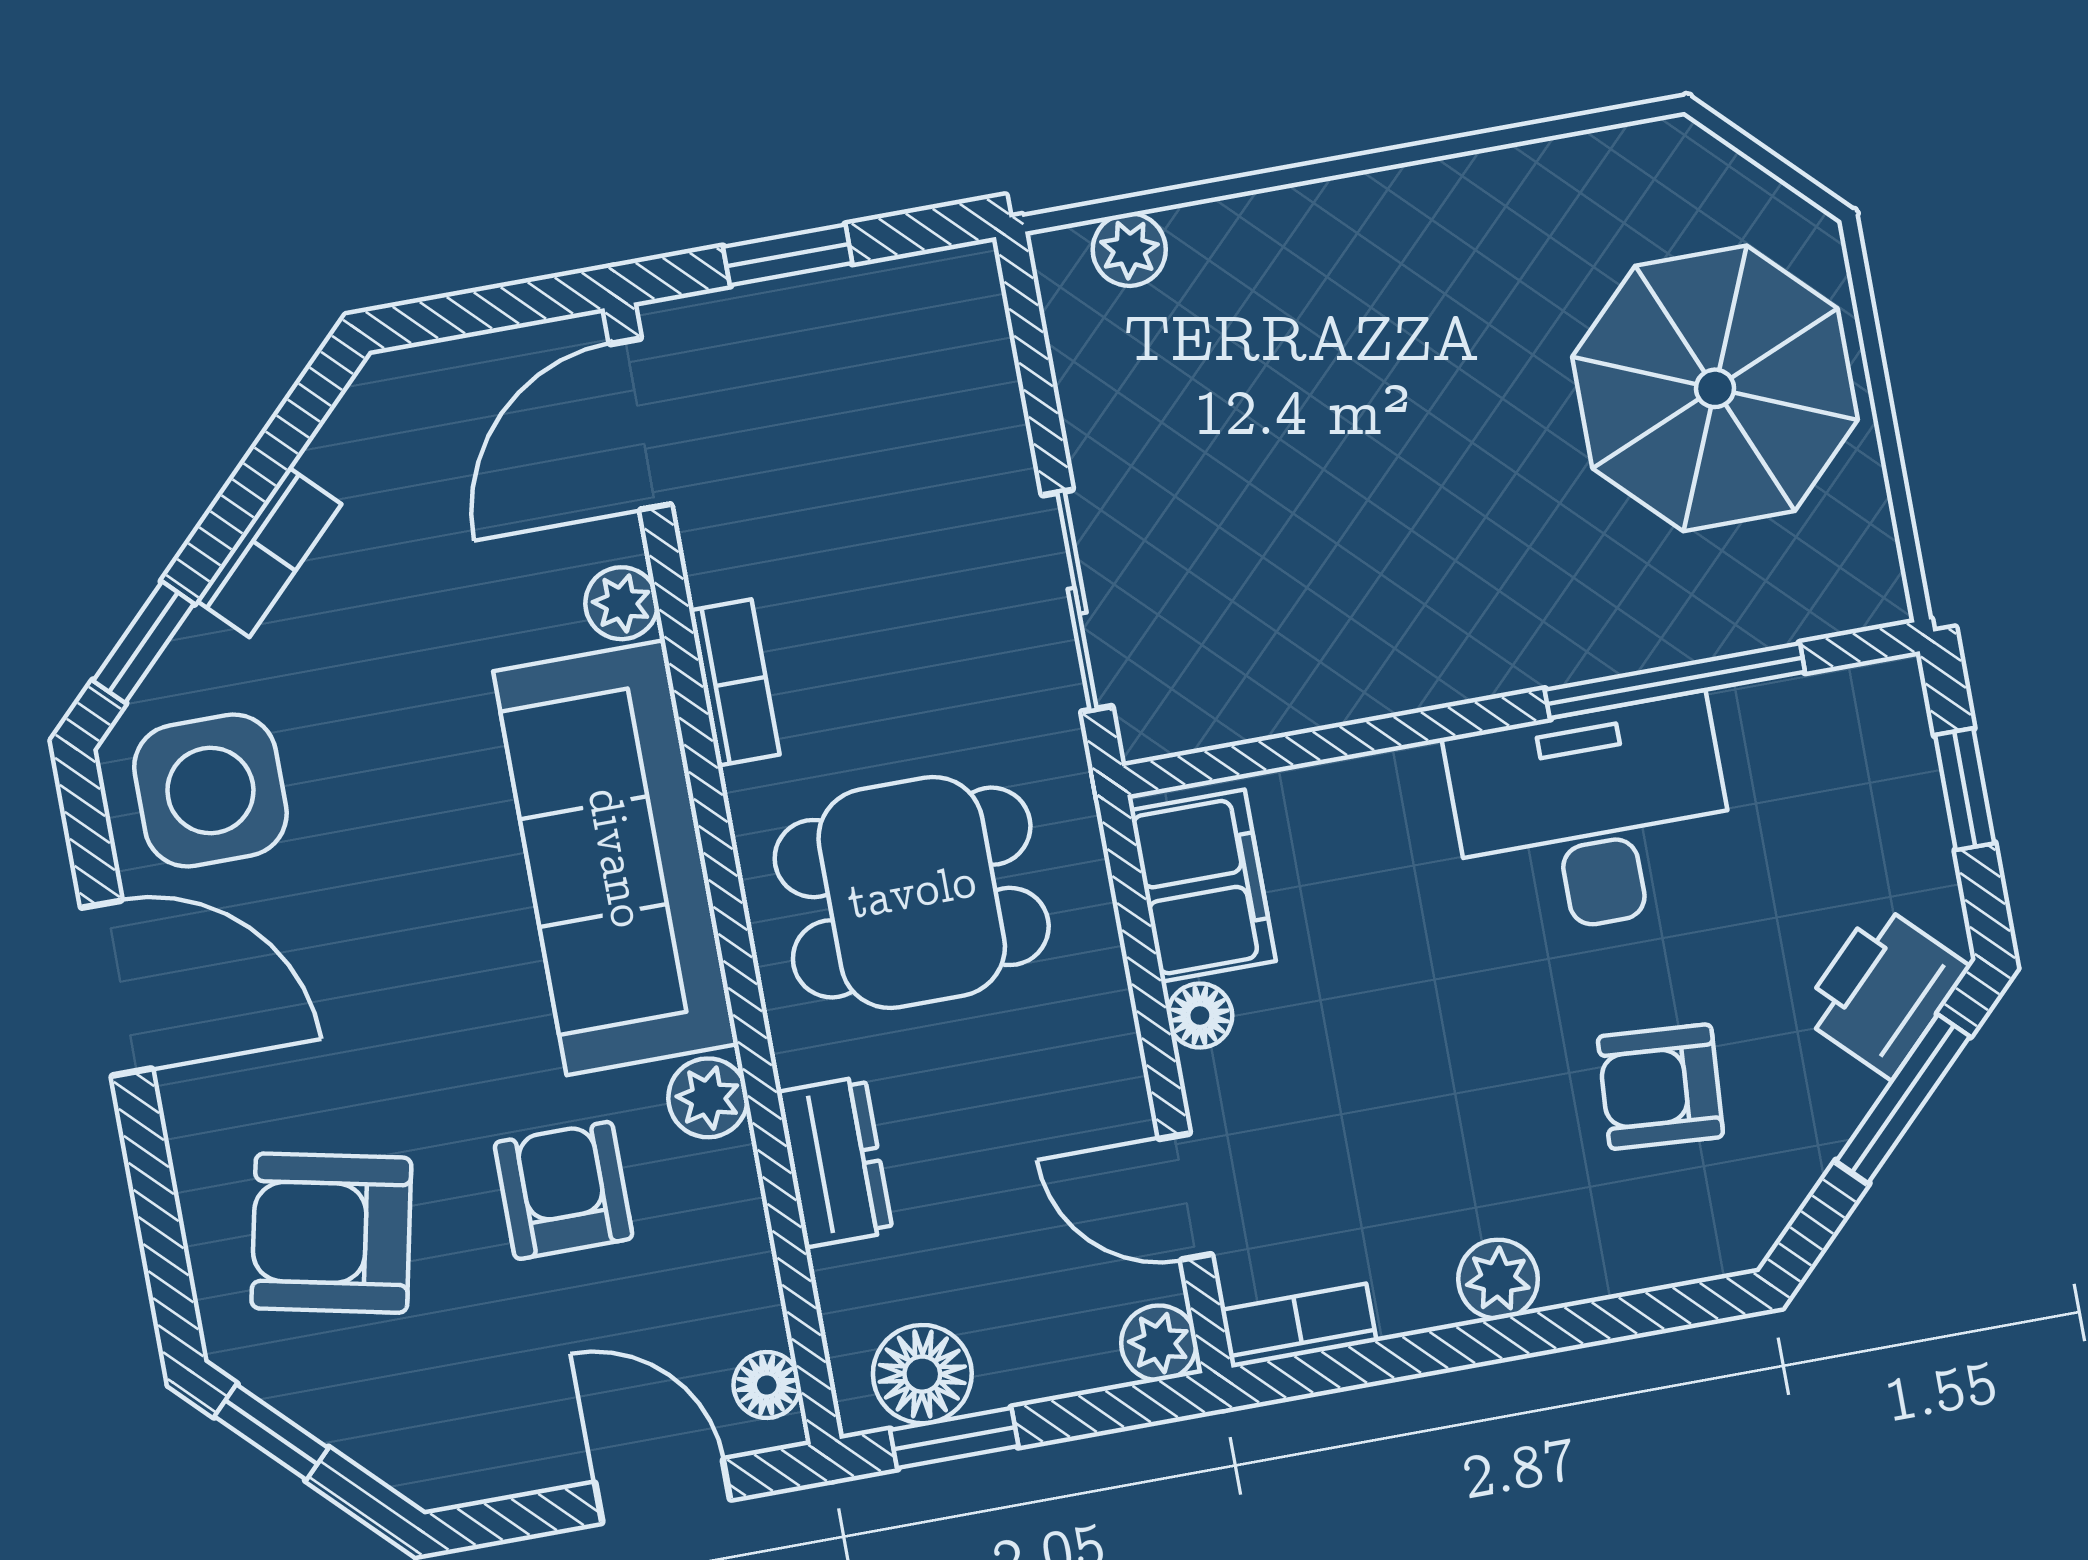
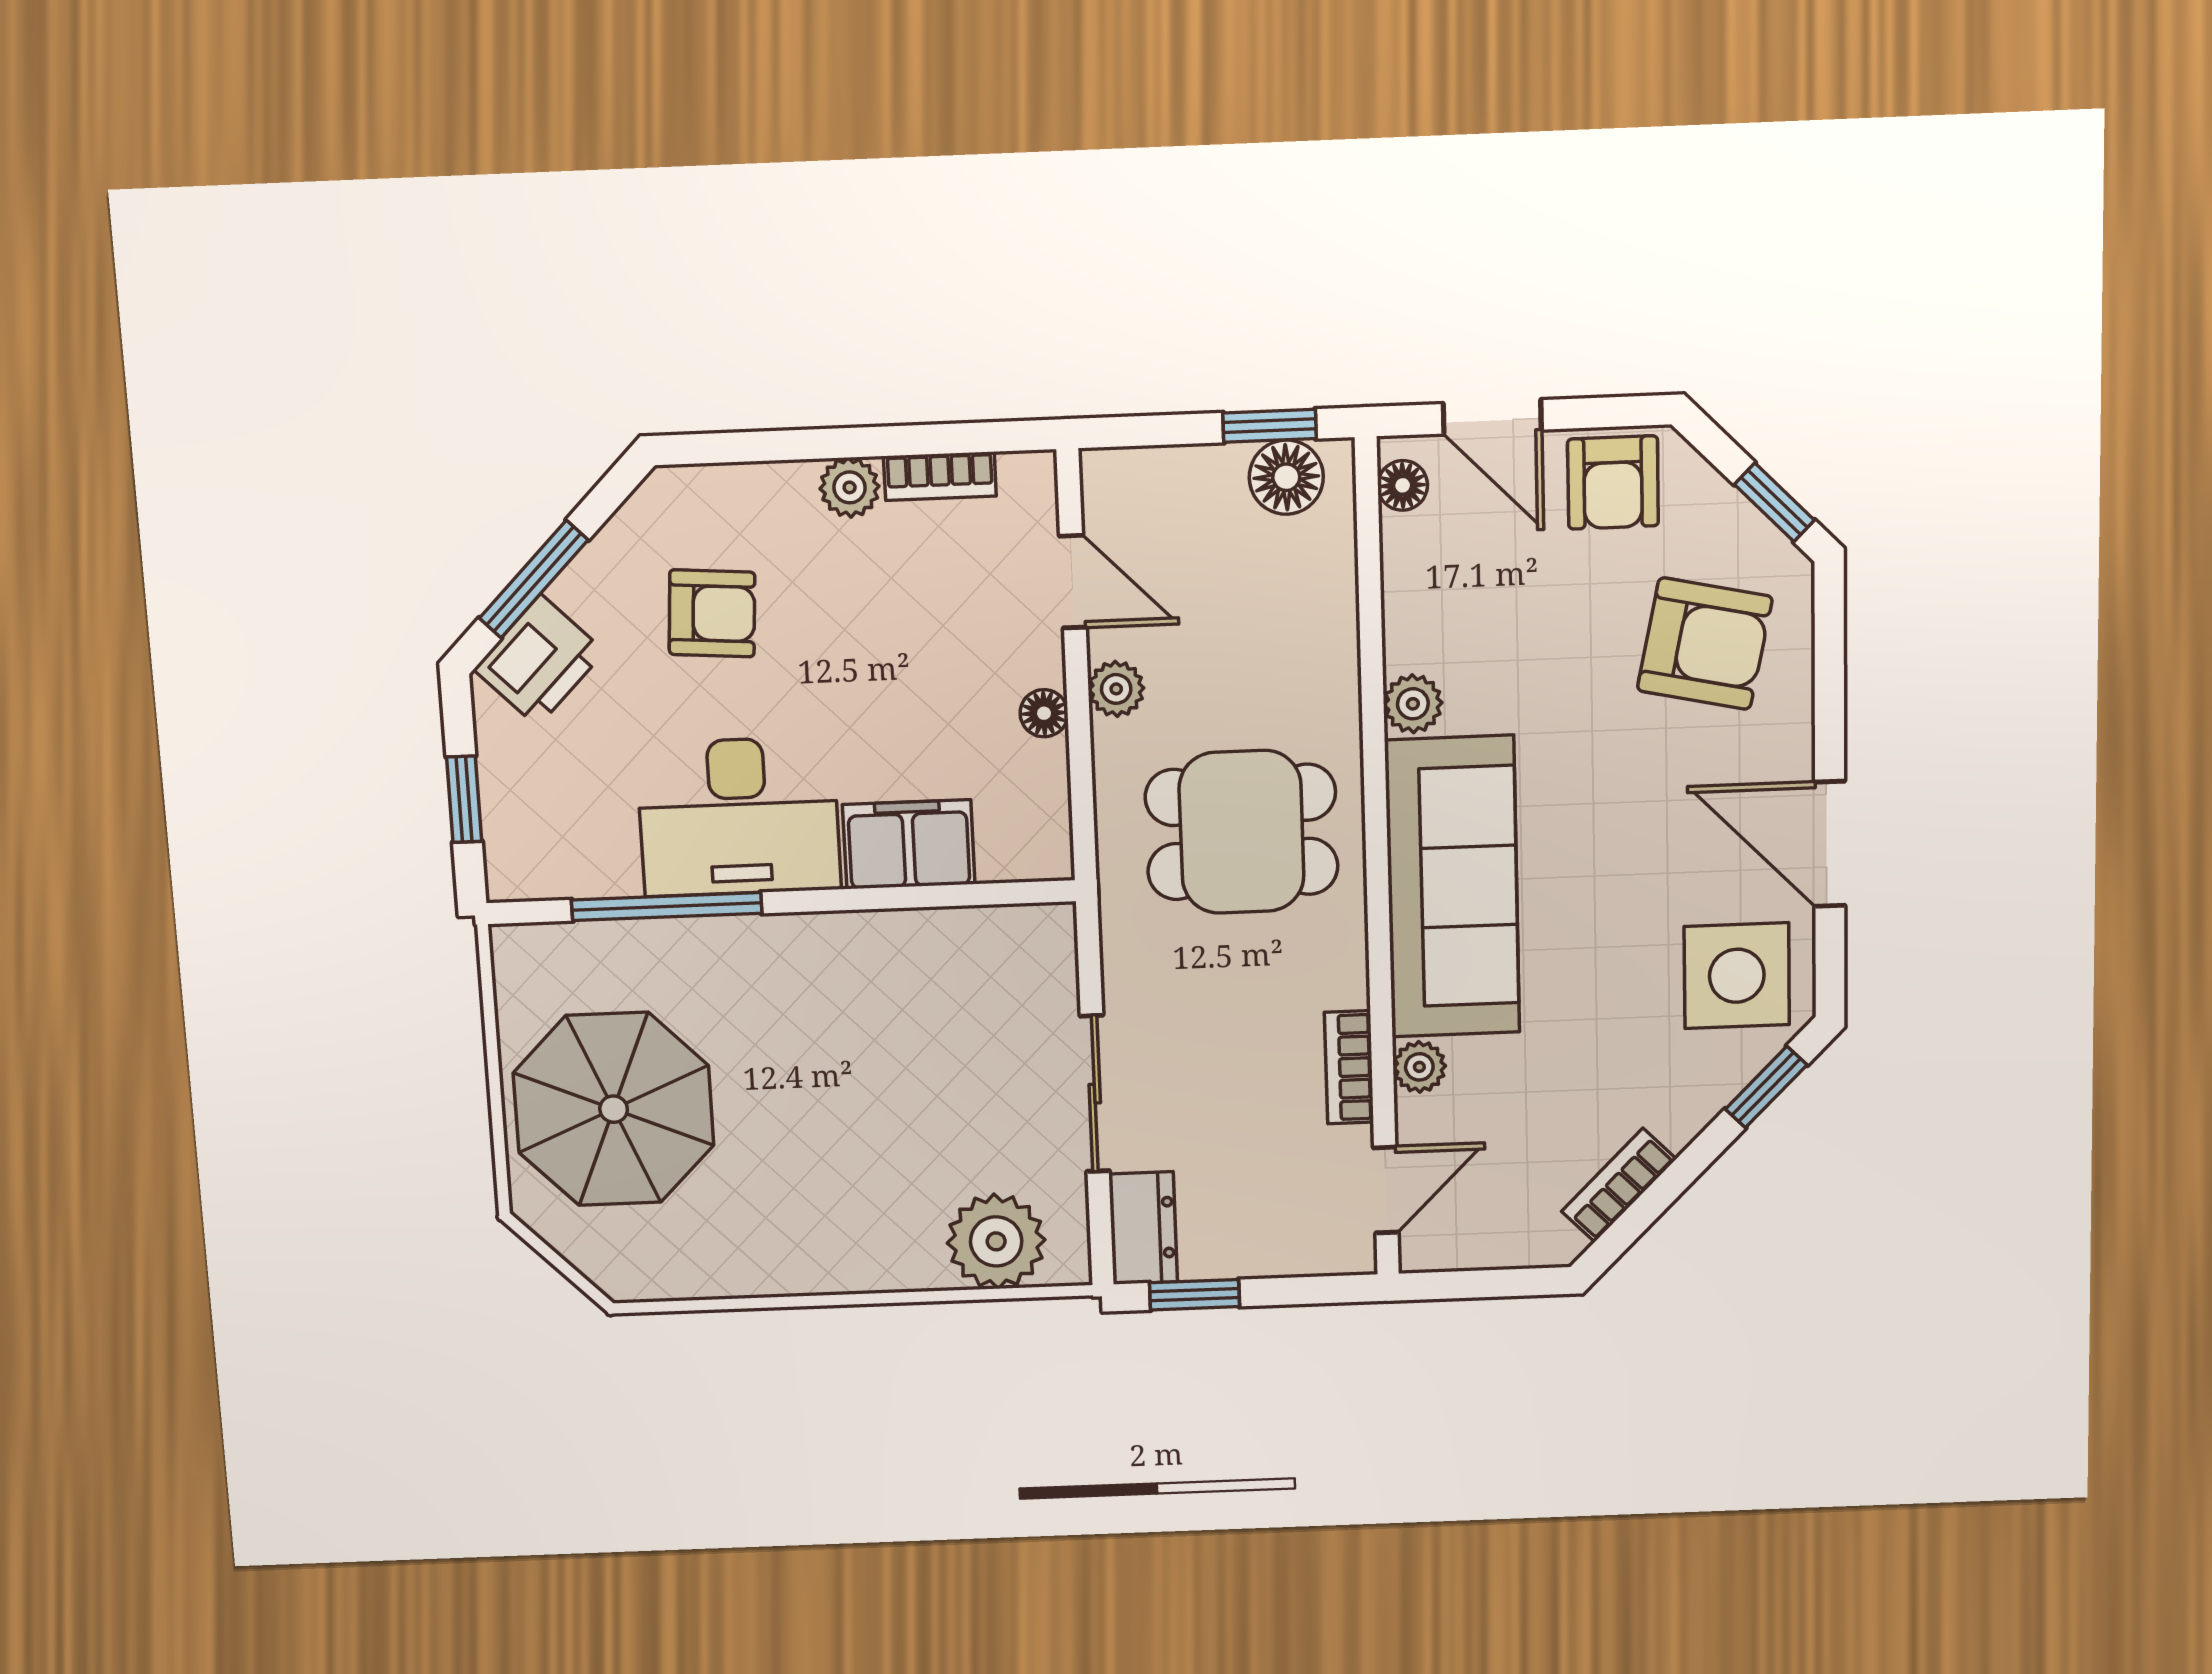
plant: (1129, 250) -> (996, 1241), width x1.87, depth x1.87
window: (788, 255) -> (1194, 1295), moved
door: (641, 424) -> (1386, 1190), width x0.73
bookcase: (269, 552) -> (1619, 1185), moved
sliding door: (1077, 601) -> (1095, 1094), moved
bookcase: (734, 682) -> (1349, 1067), moved
filing cabinet: (1203, 886) -> (909, 844), moved, turned 90
dresser: (835, 1162) -> (1143, 1228), moved, turned 180
armchair: (564, 1190) -> (1613, 482), moved
bookcase: (1299, 1326) -> (940, 476), moved
plant: (1159, 1343) -> (1116, 689), moved

